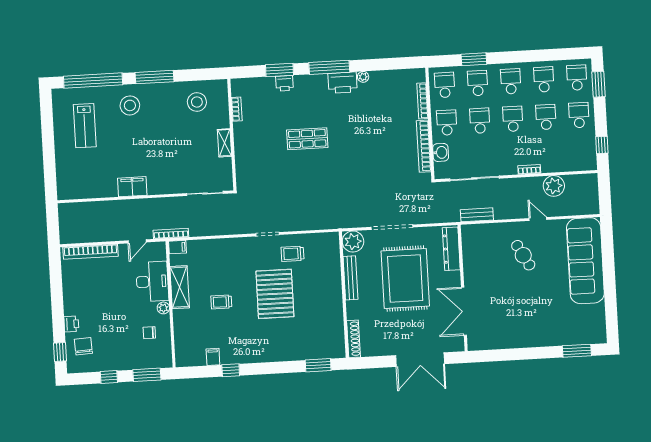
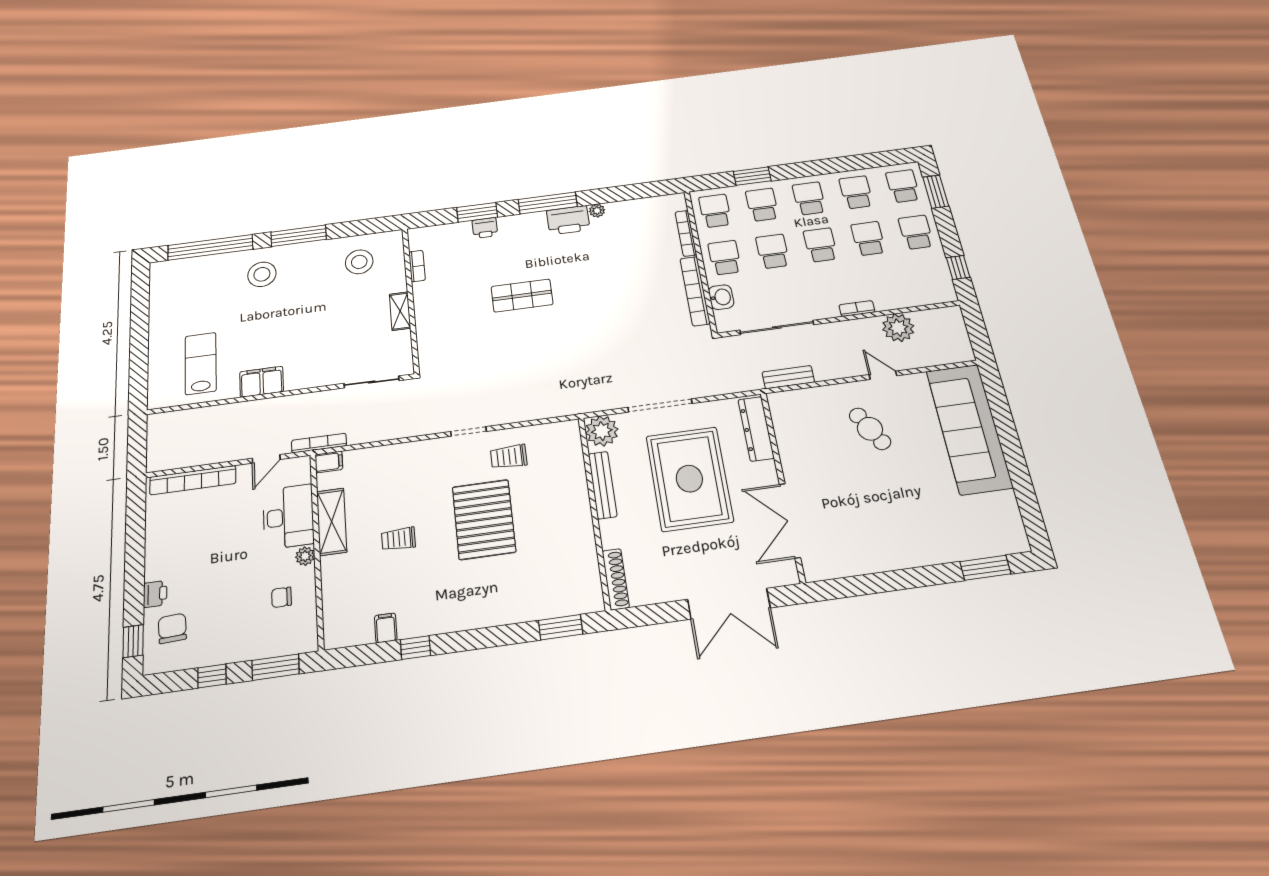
lab bench: (85, 126) -> (201, 363), moved, turned 180

